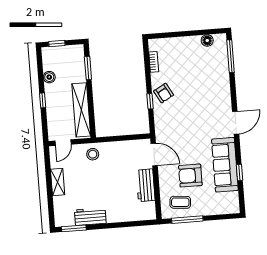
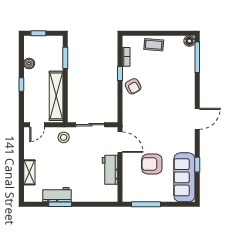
floor lamp: (207, 40) -> (189, 41), moved
window: (150, 101) -> (120, 74), moved
sliding door: (121, 138) -> (90, 125), added
sofa: (225, 165) -> (184, 177), moved
shelving: (58, 182) -> (29, 172), moved
coffee table: (180, 202) -> (154, 45), moved
window: (74, 228) -> (60, 204), moved

